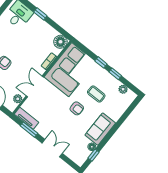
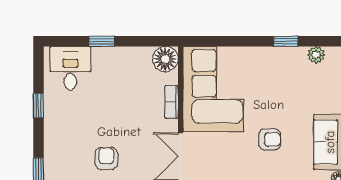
window: (101, 62) -> (251, 41), removed
coffee table: (96, 94) -> (282, 94), removed

